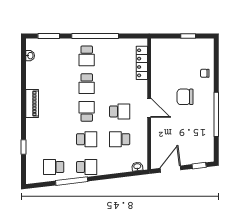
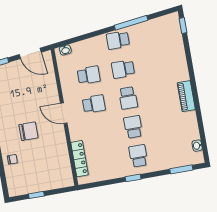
window: (95, 36) -> (133, 178), width x0.32
school desk: (120, 111) -> (94, 104), turned 180
window: (24, 147) -> (183, 25), moved
school desk: (54, 167) -> (152, 34), removed
door: (170, 169) -> (30, 53), hinge flipped

